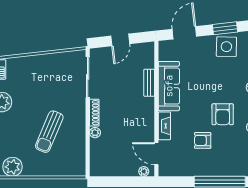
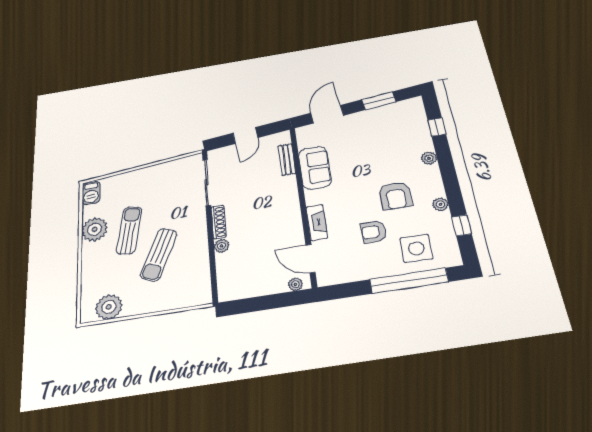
side table: (226, 47) -> (416, 248), moved
bench: (149, 83) -> (287, 160), moved
sofa: (169, 86) -> (315, 168), width x0.73
sun lounger: (28, 108) -> (129, 230), added

